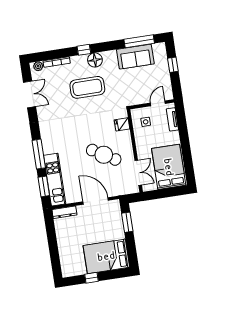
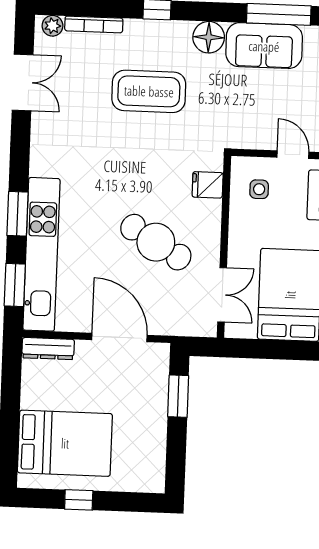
floor lamp: (95, 60) -> (209, 37), moved
door: (158, 103) -> (293, 155), hinge flipped
window: (39, 154) -> (17, 214), width x0.69
kitchen unit: (55, 180) -> (41, 254), width x1.36
bed: (106, 256) -> (65, 443), moved, turned 180

